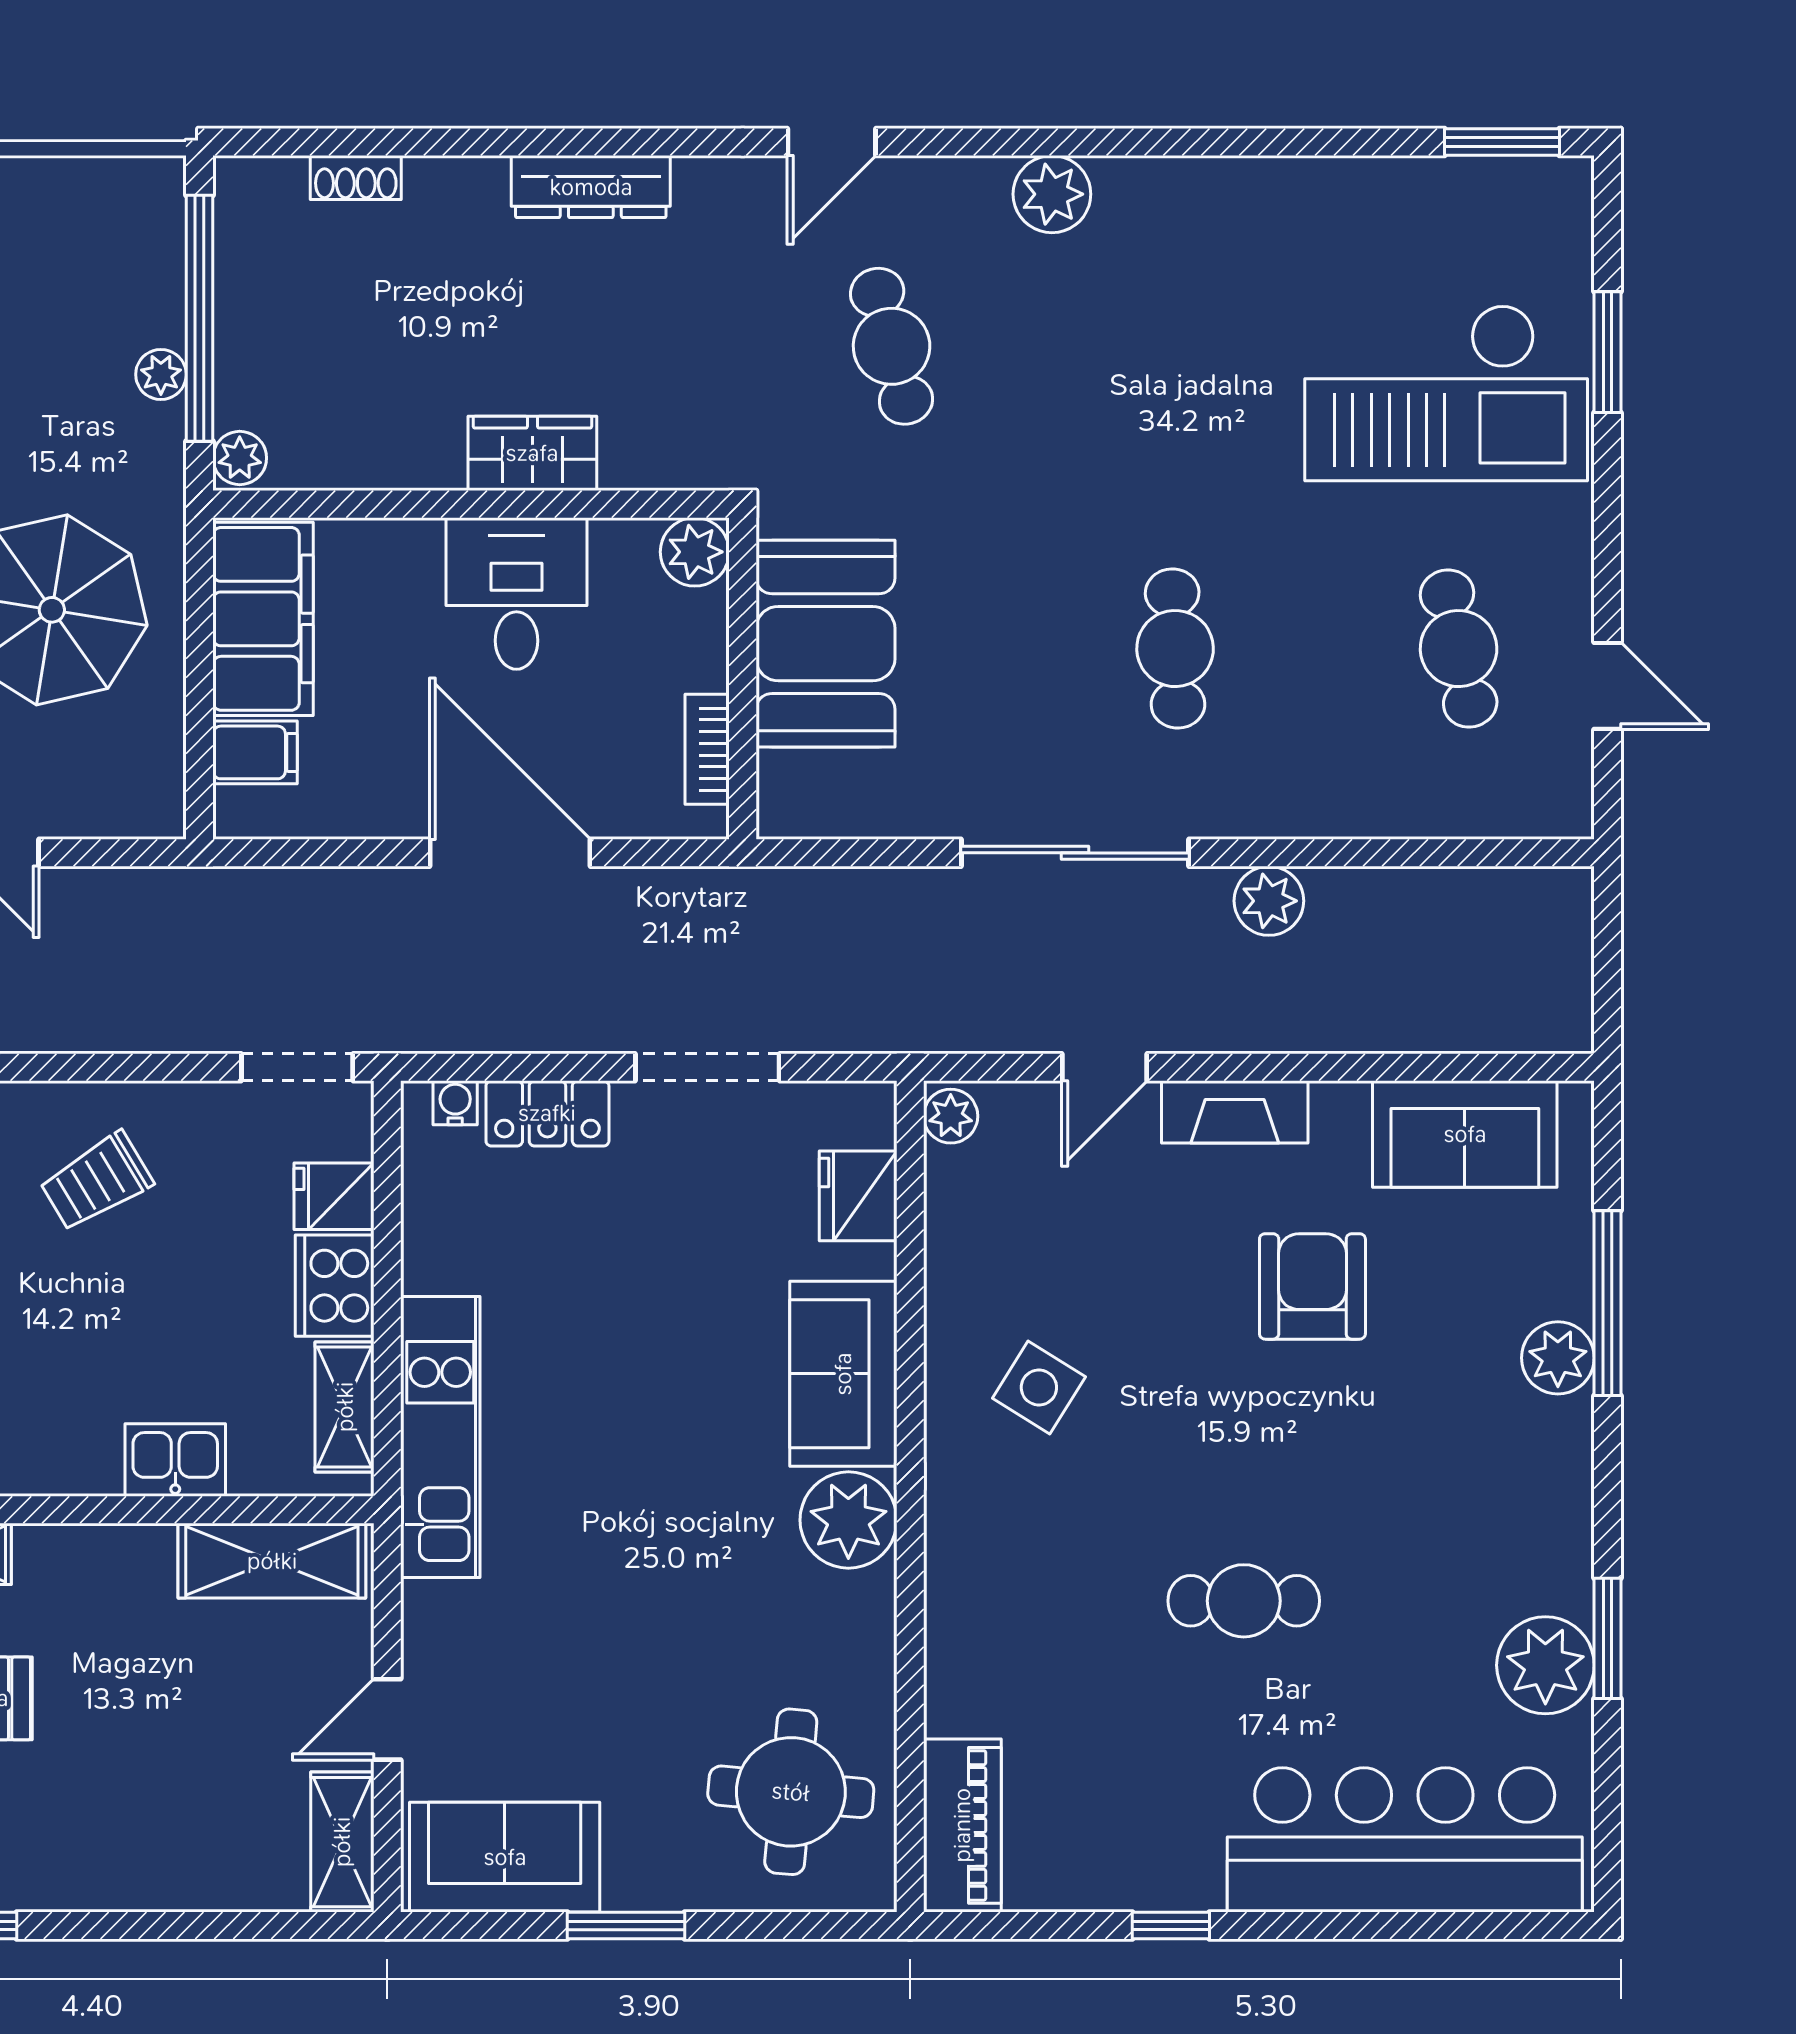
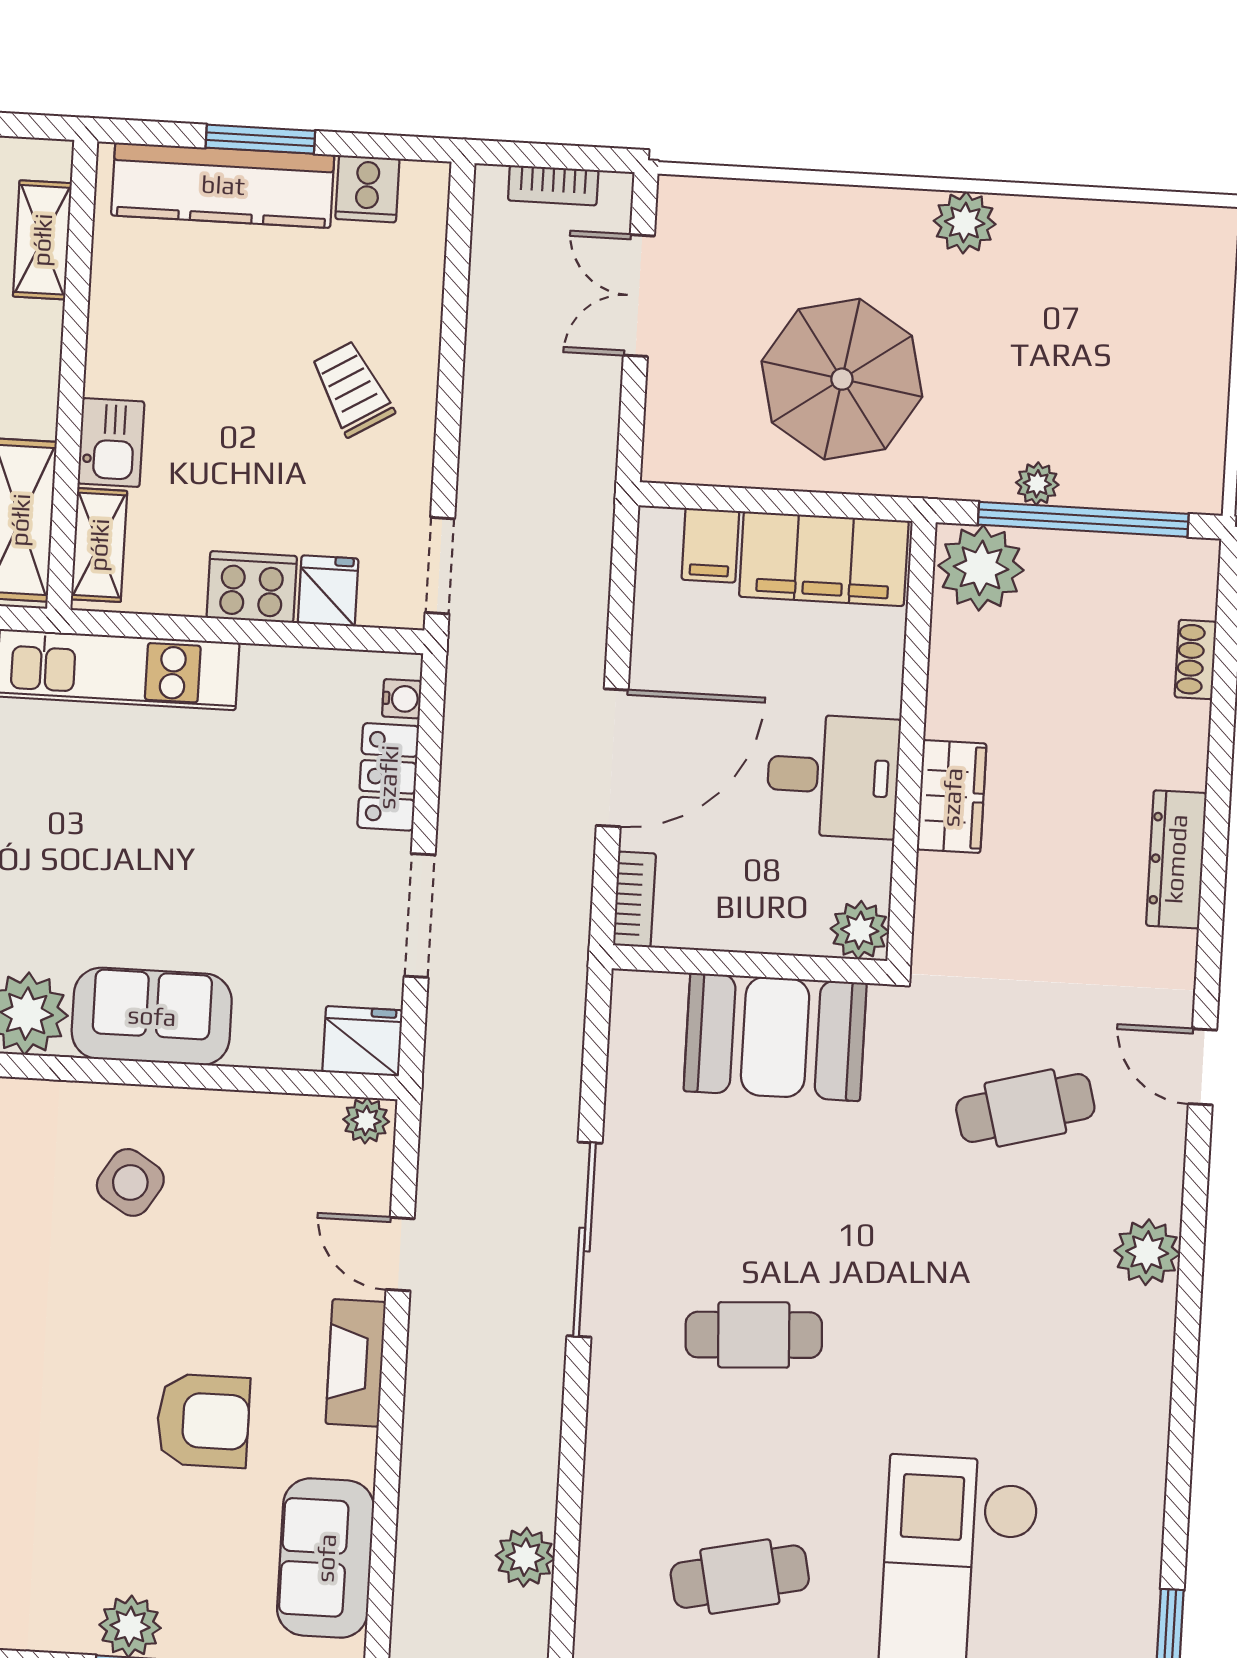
plant: (240, 458) -> (981, 568), width x1.88, depth x1.88
bookcase: (707, 749) -> (634, 899), moved, turned 90
plant: (1269, 901) -> (525, 1557), moved
fridge: (858, 1196) -> (362, 1041), moved
shelving: (345, 1407) -> (99, 545), moved, turned 90

